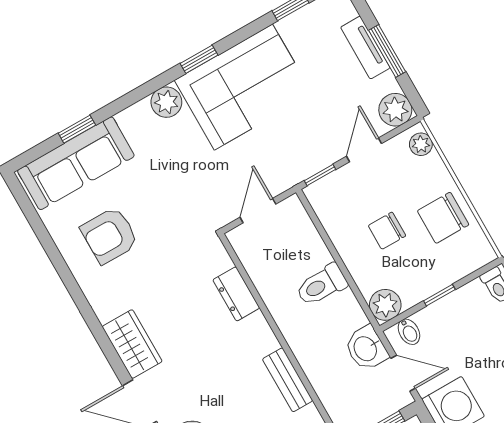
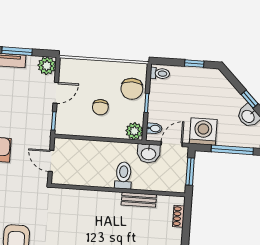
plant: (421, 144) -> (71, 65), removed
door: (364, 150) -> (56, 93), swing flipped
chair: (443, 218) -> (132, 89), moved
toilet: (322, 285) -> (123, 175), moved, turned 180
dresser: (236, 294) -> (83, 197), removed

